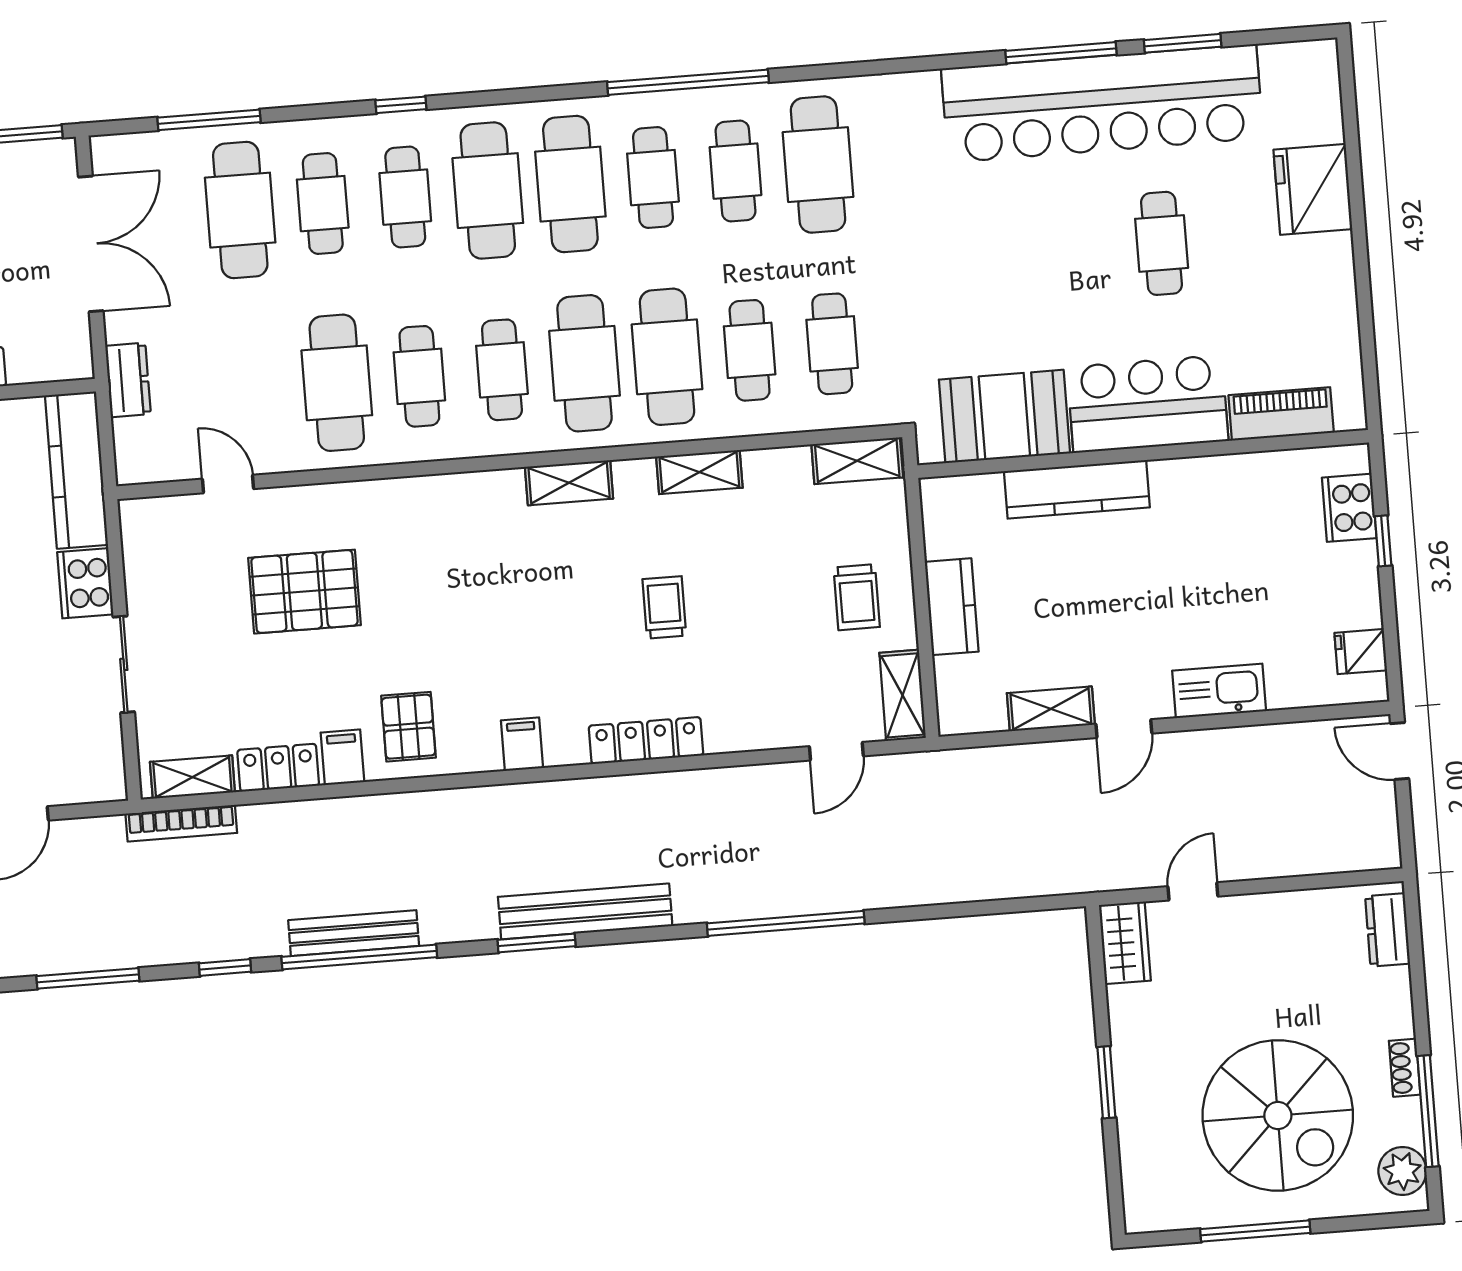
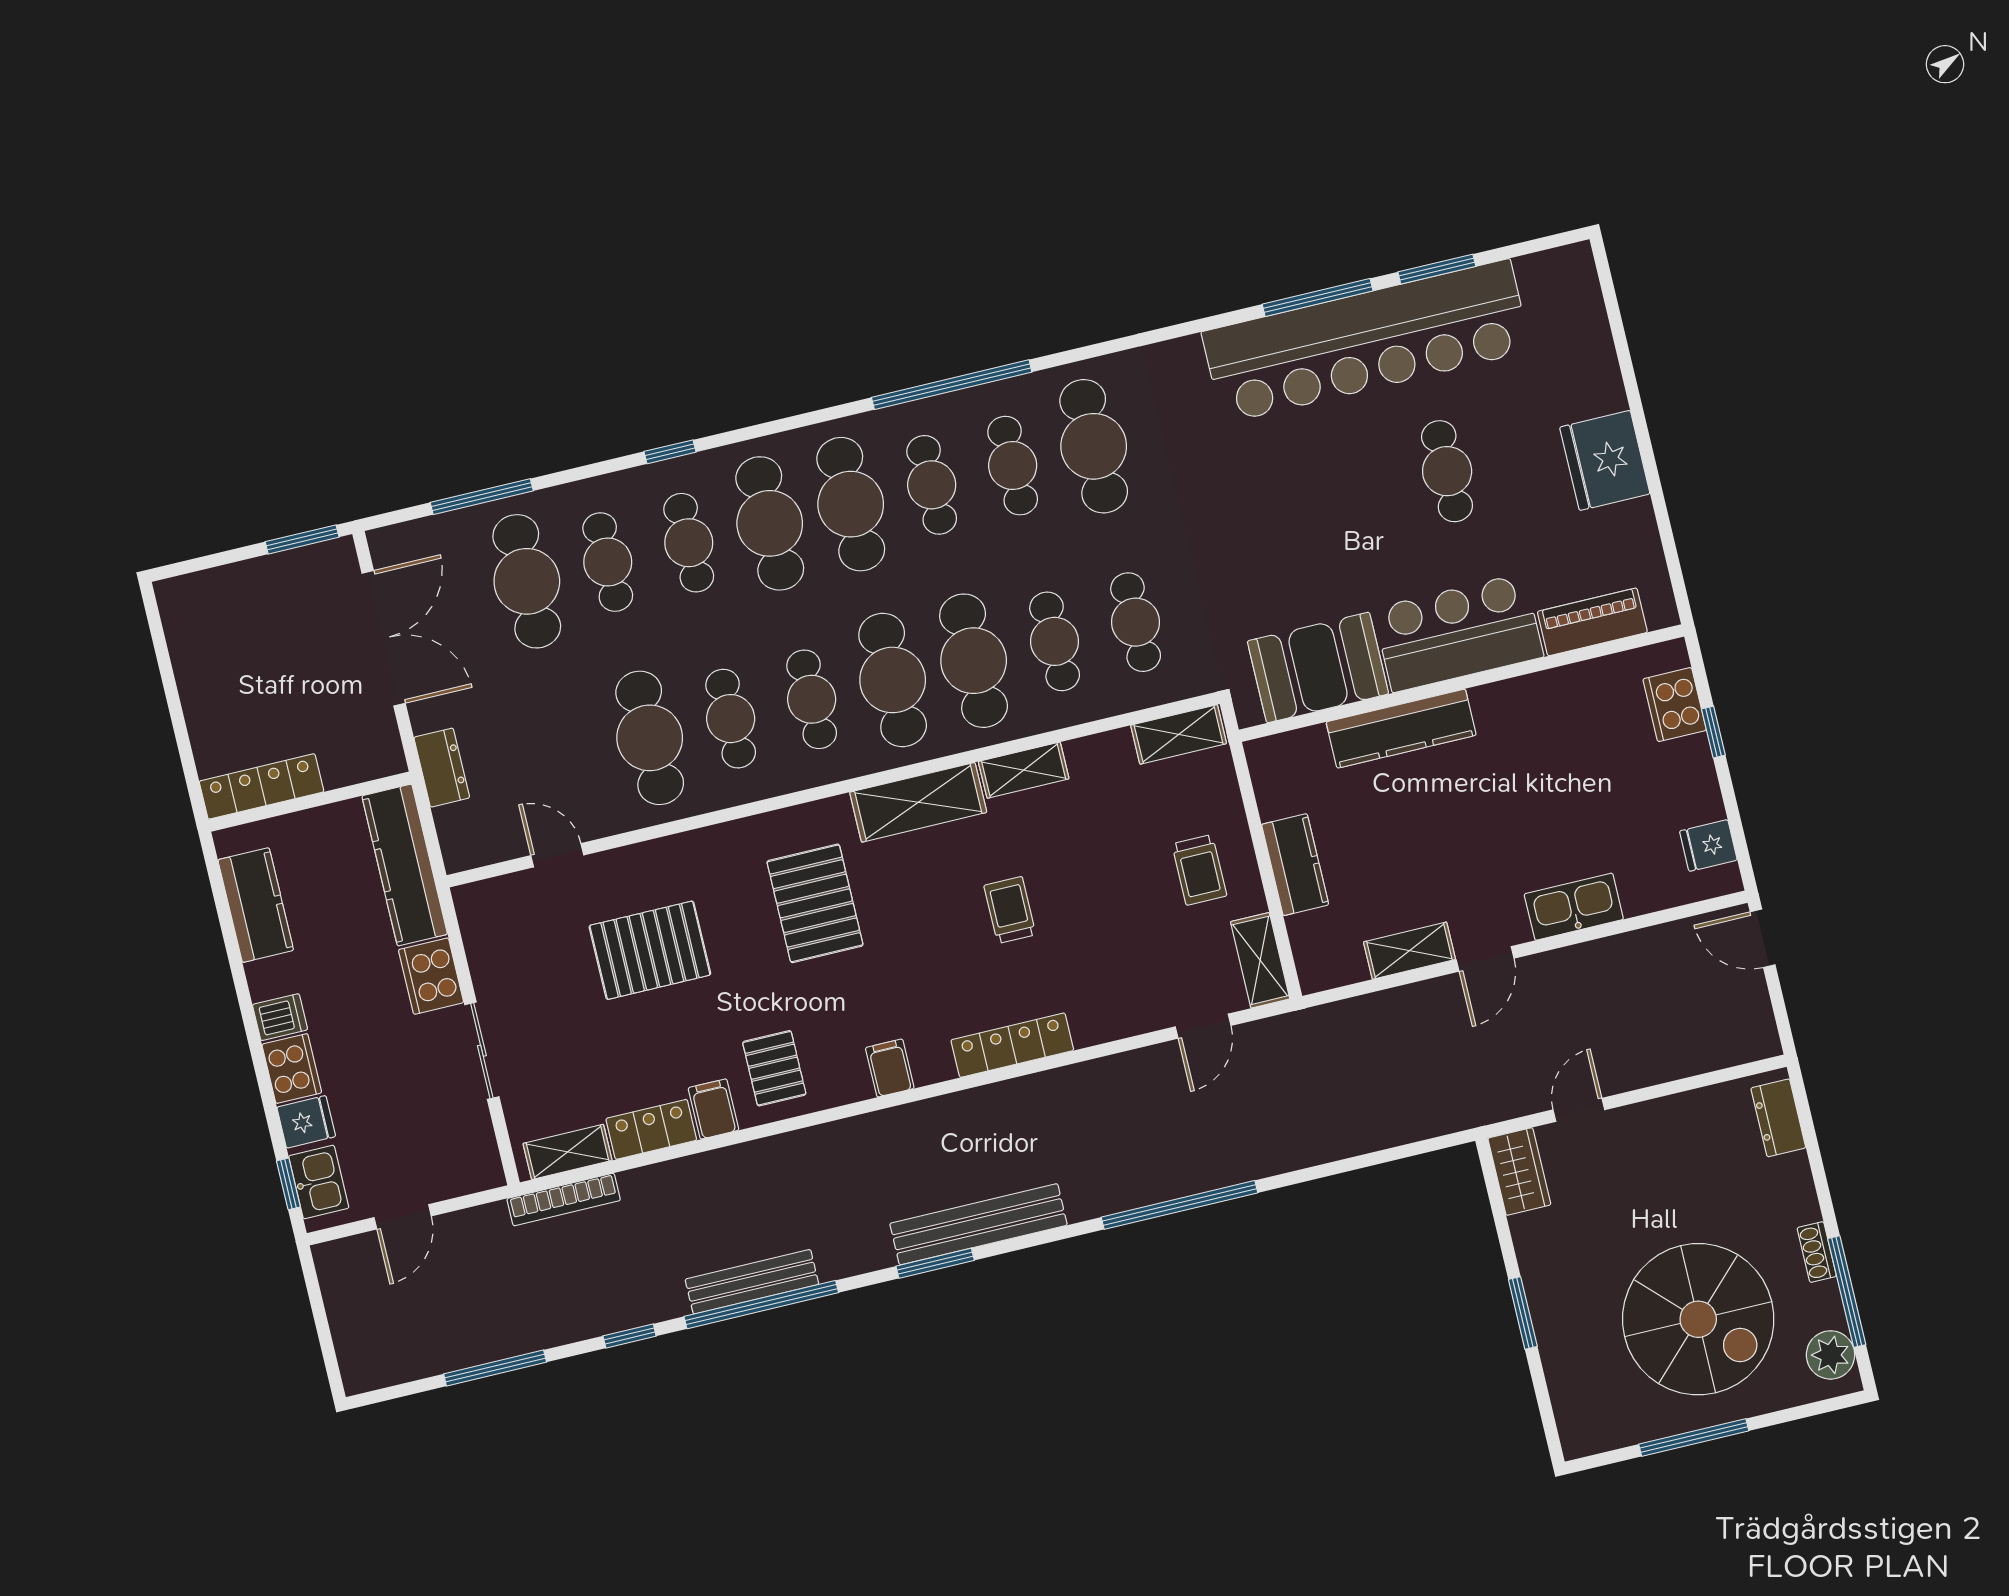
fridge: (1313, 189) -> (1605, 460), moved
shelving: (569, 483) -> (918, 802), width x1.50, depth x1.33
pallet: (474, 571) -> (815, 903), added

